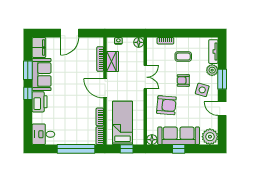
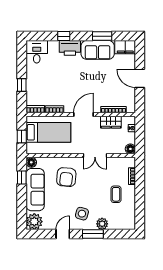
tv unit: (213, 52) -> (121, 225), removed
armchair: (183, 80) -> (92, 194), removed
window: (28, 93) -> (64, 36), moved
window: (76, 149) -> (22, 85), width x0.32
window: (179, 149) -> (22, 178), moved

